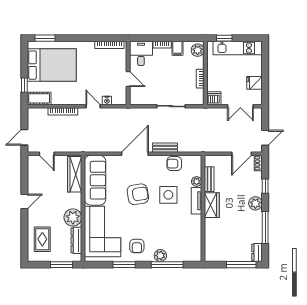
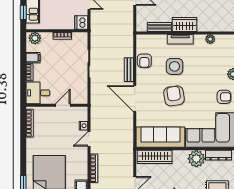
plant: (197, 181) -> (210, 39), moved

